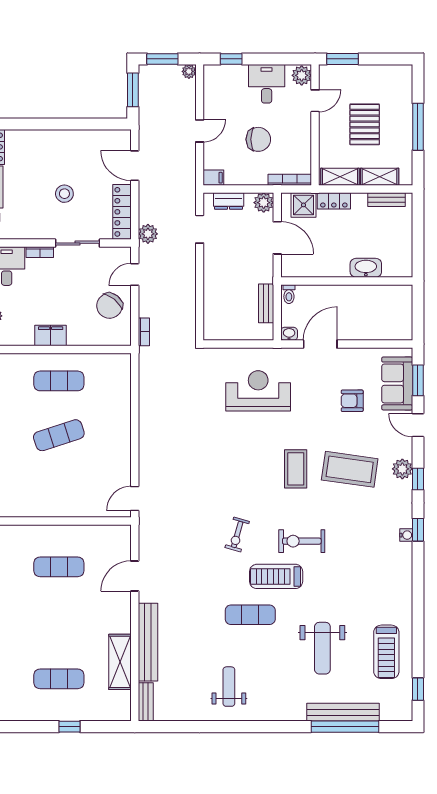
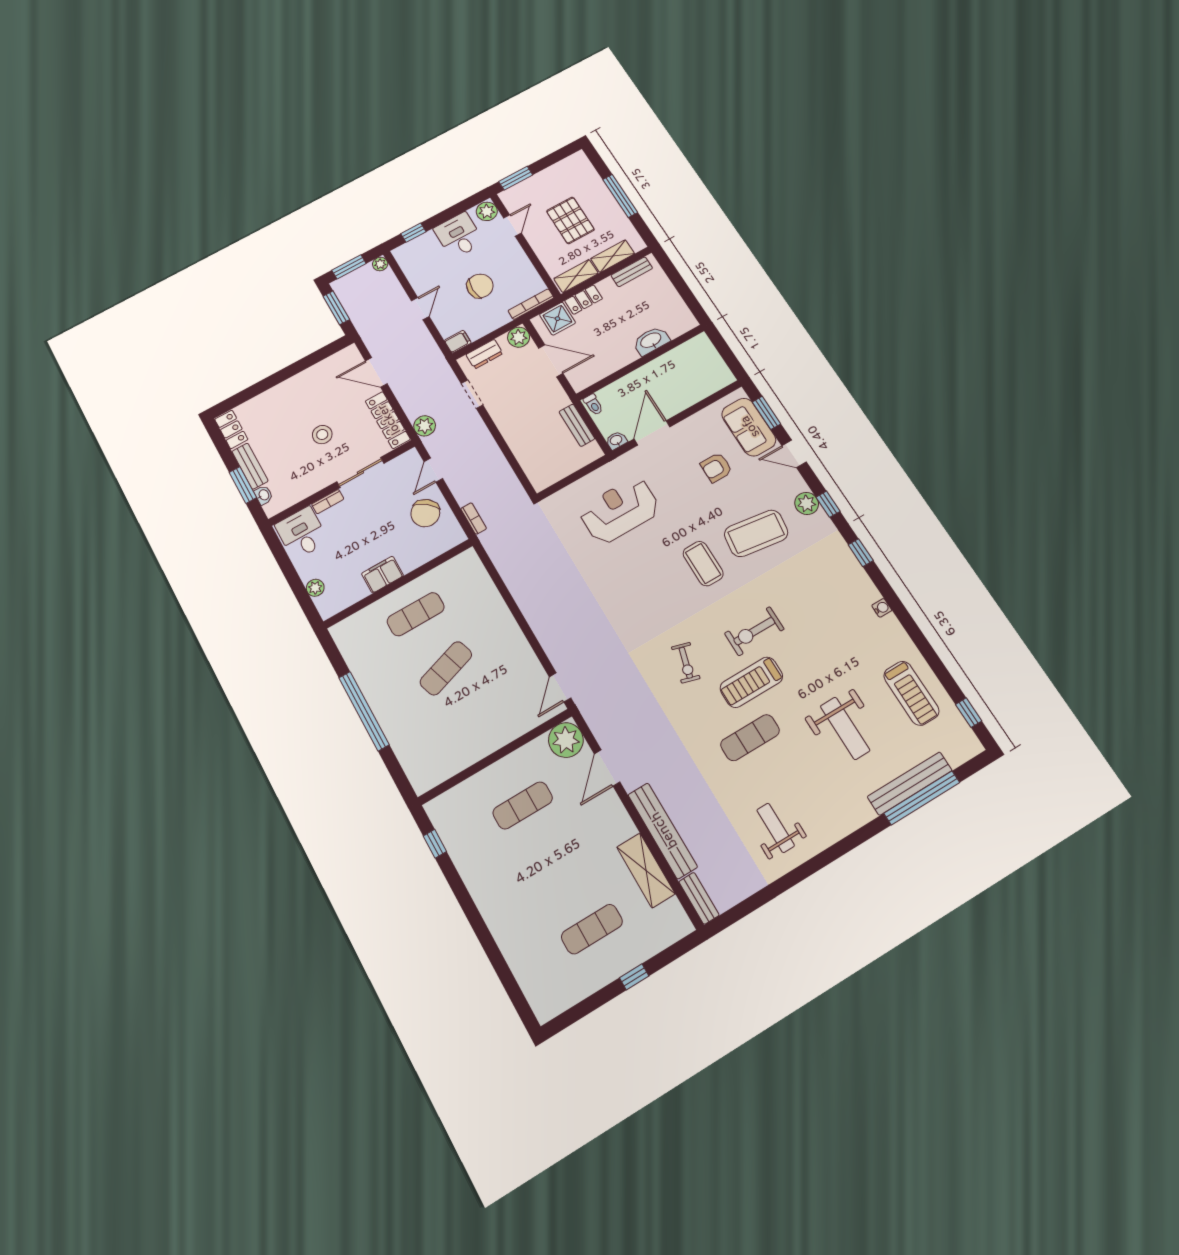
water cooler: (406, 535) -> (882, 608), moved
plant: (117, 539) -> (566, 740), added

